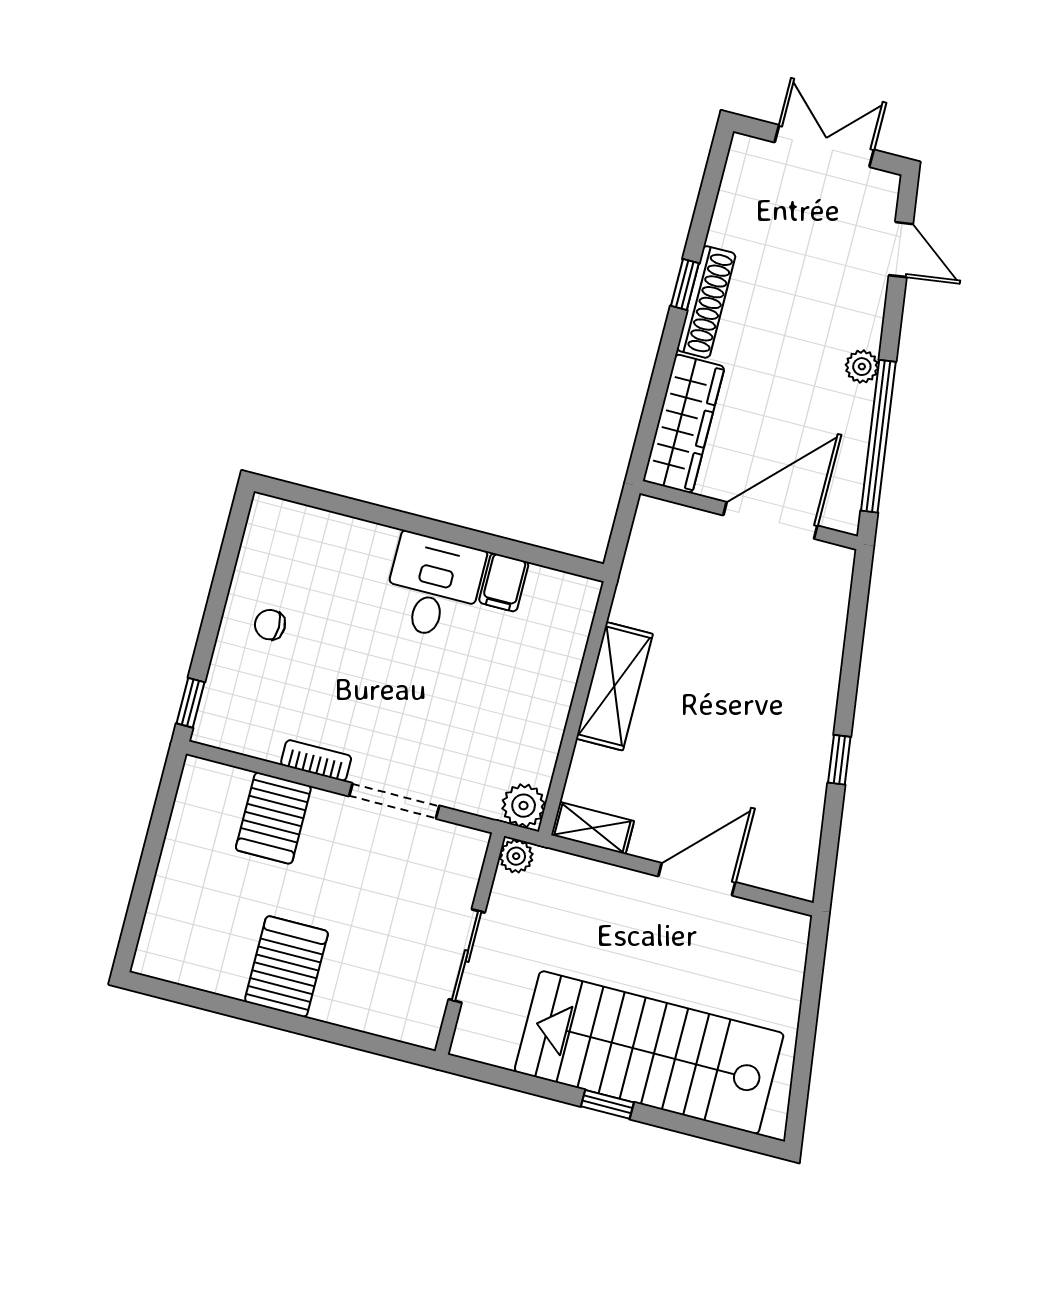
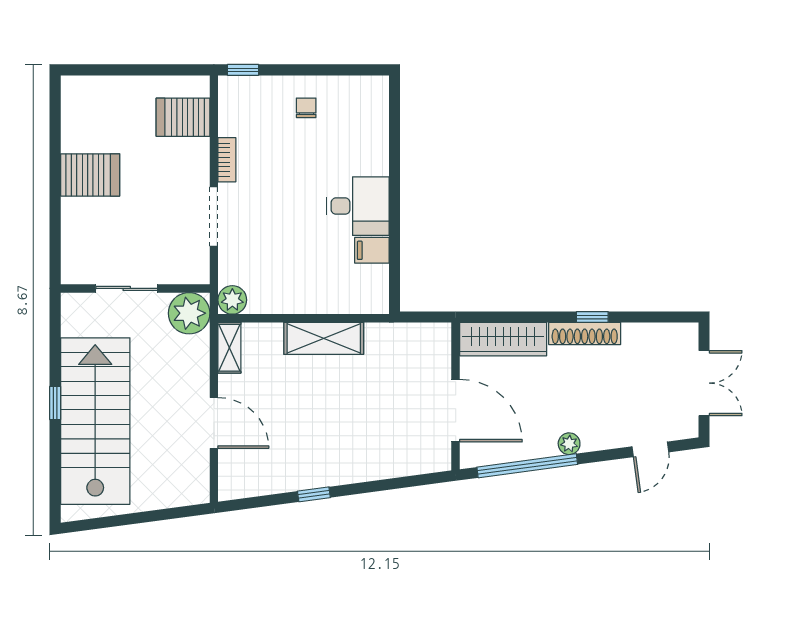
server rack: (273, 818) -> (183, 117), moved
plant: (516, 856) -> (189, 313), width x1.87, depth x1.87

